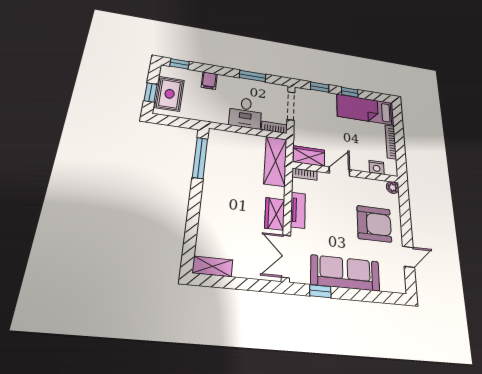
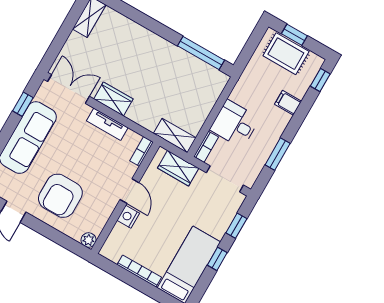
wardrobe: (309, 156) -> (178, 168), moved, turned 90
shelving: (275, 161) -> (175, 136), width x0.67, depth x0.75
nightstand: (377, 167) -> (128, 217), moved

